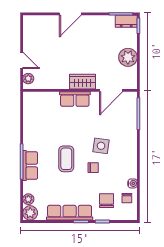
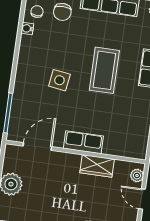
wardrobe: (83, 82) -> (97, 166), moved
coffee table: (66, 159) -> (104, 70), width x1.36, depth x1.32
chair: (93, 168) -> (73, 55), removed

